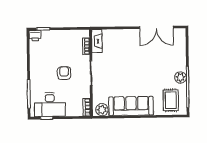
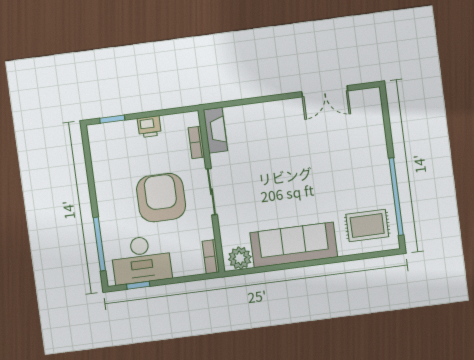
double door: (156, 27) -> (325, 91), width x0.73
printer: (35, 36) -> (149, 127), moved
armchair: (64, 73) -> (161, 198), width x1.88, depth x1.88
plant: (180, 78) -> (381, 181), removed
rug: (171, 100) -> (367, 226), turned 90

